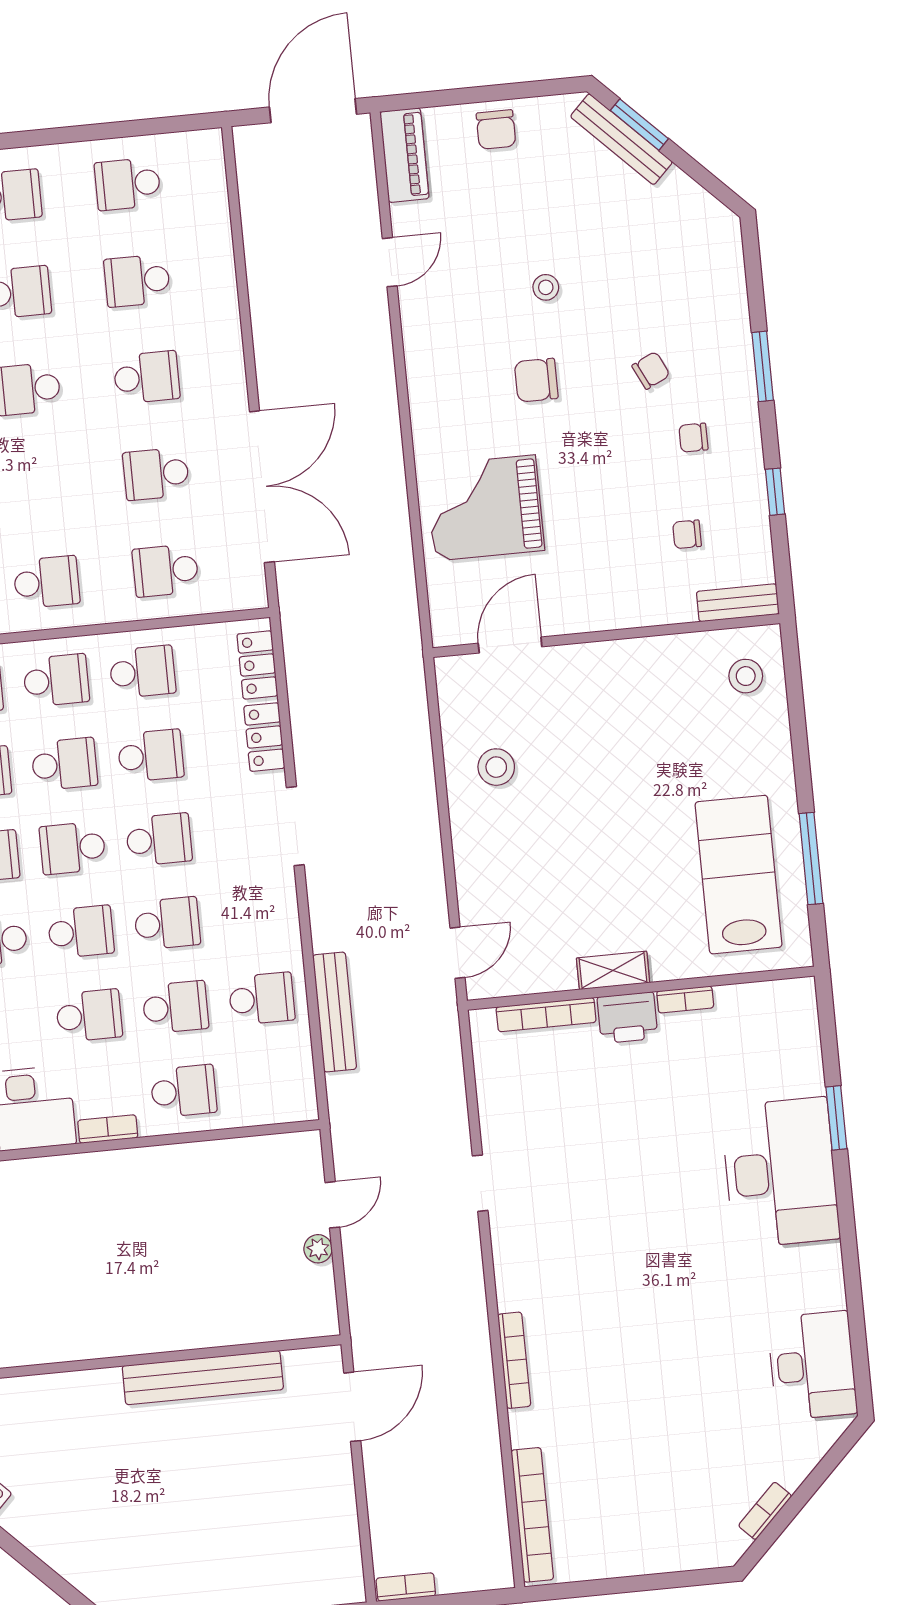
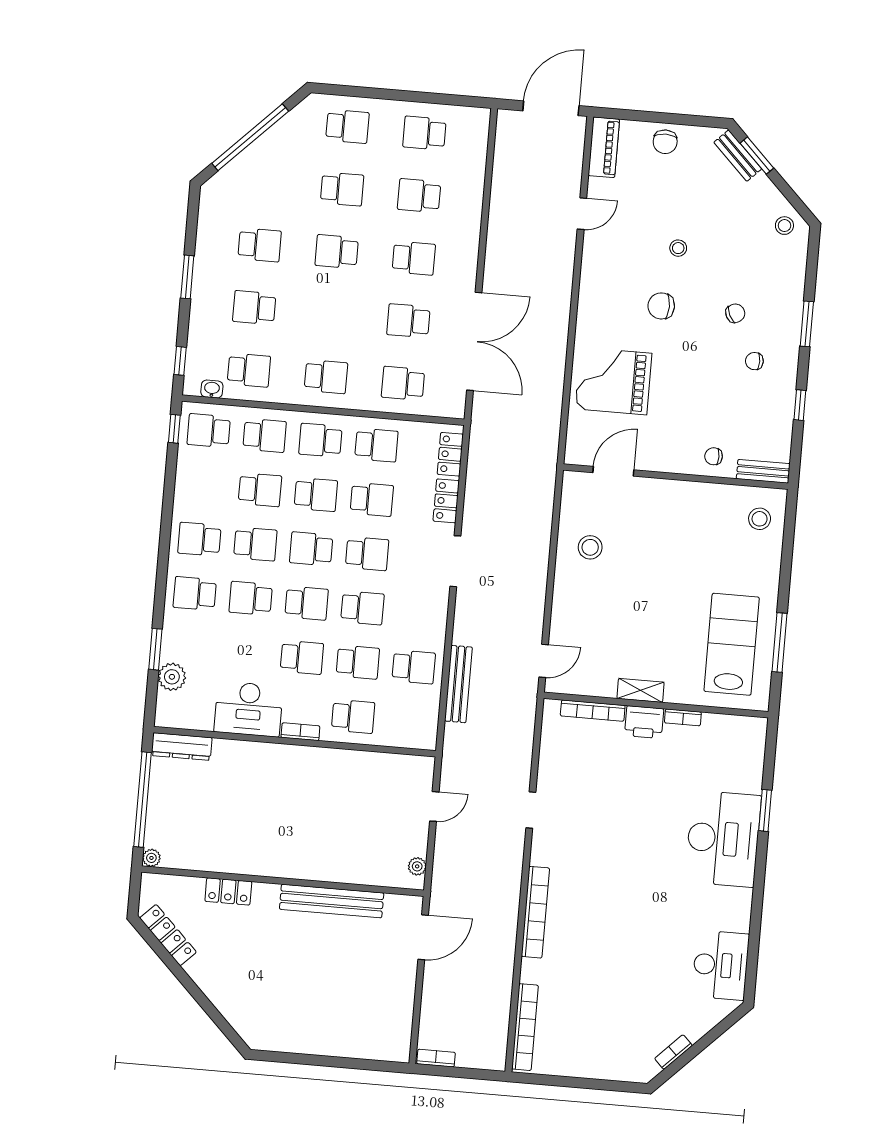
bench: (621, 139) -> (738, 156), width x0.73
stool: (701, 223) -> (784, 226), added
chair: (687, 534) -> (714, 456), moved
school desk: (56, 680) -> (320, 440), turned 180
plant: (318, 1249) -> (417, 866), moved
bookcase: (514, 1360) -> (535, 912), width x1.48, depth x1.31
locker: (43, 1392) -> (228, 891), added

